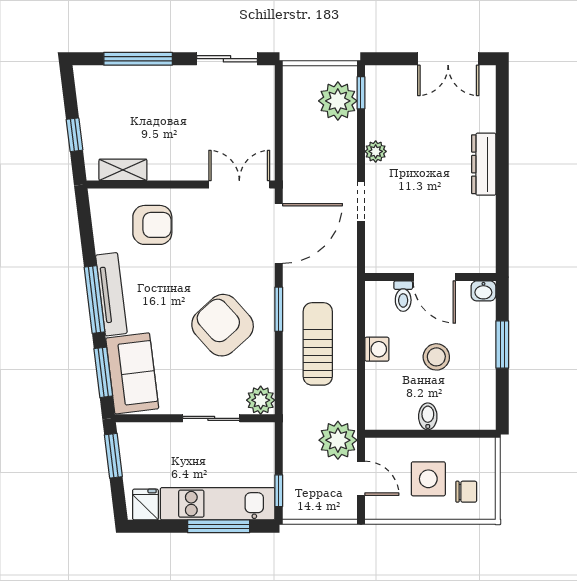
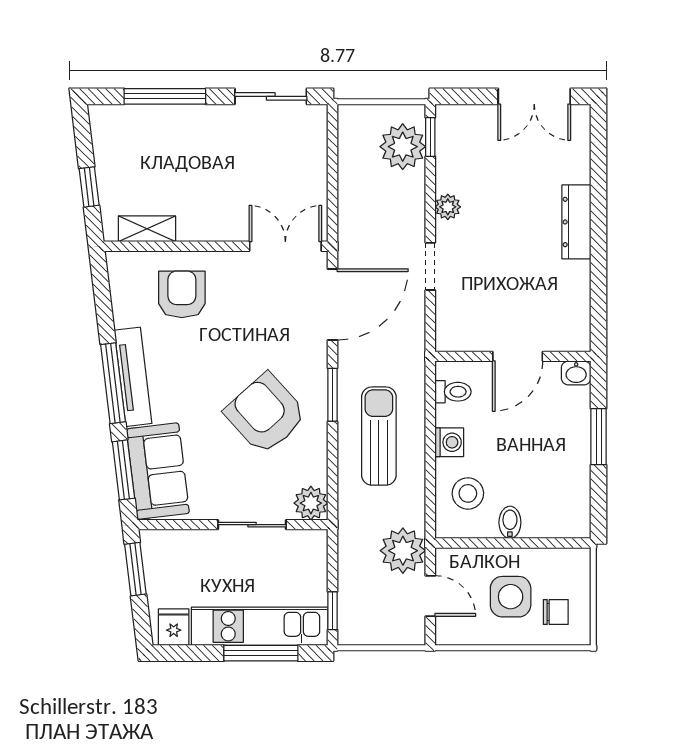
armchair: (152, 225) -> (182, 294), turned -90
door: (434, 277) -> (518, 356), hinge flipped
toilet: (403, 296) -> (453, 392), moved, turned -90
stool: (436, 357) -> (468, 493), moved

